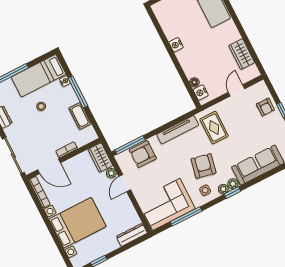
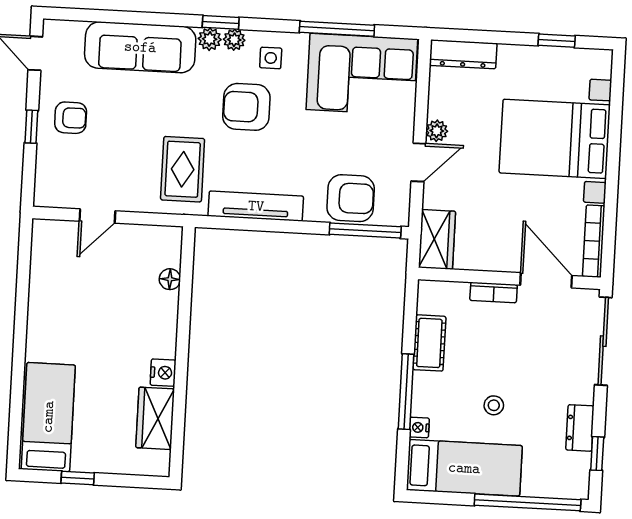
wardrobe: (242, 54) -> (155, 418), moved, turned 180
nightstand: (201, 92) -> (169, 252), removed
armchair: (265, 107) -> (71, 118), moved, turned 90
armchair: (204, 166) -> (246, 107), turned 78
plant: (111, 173) -> (437, 131), moved

